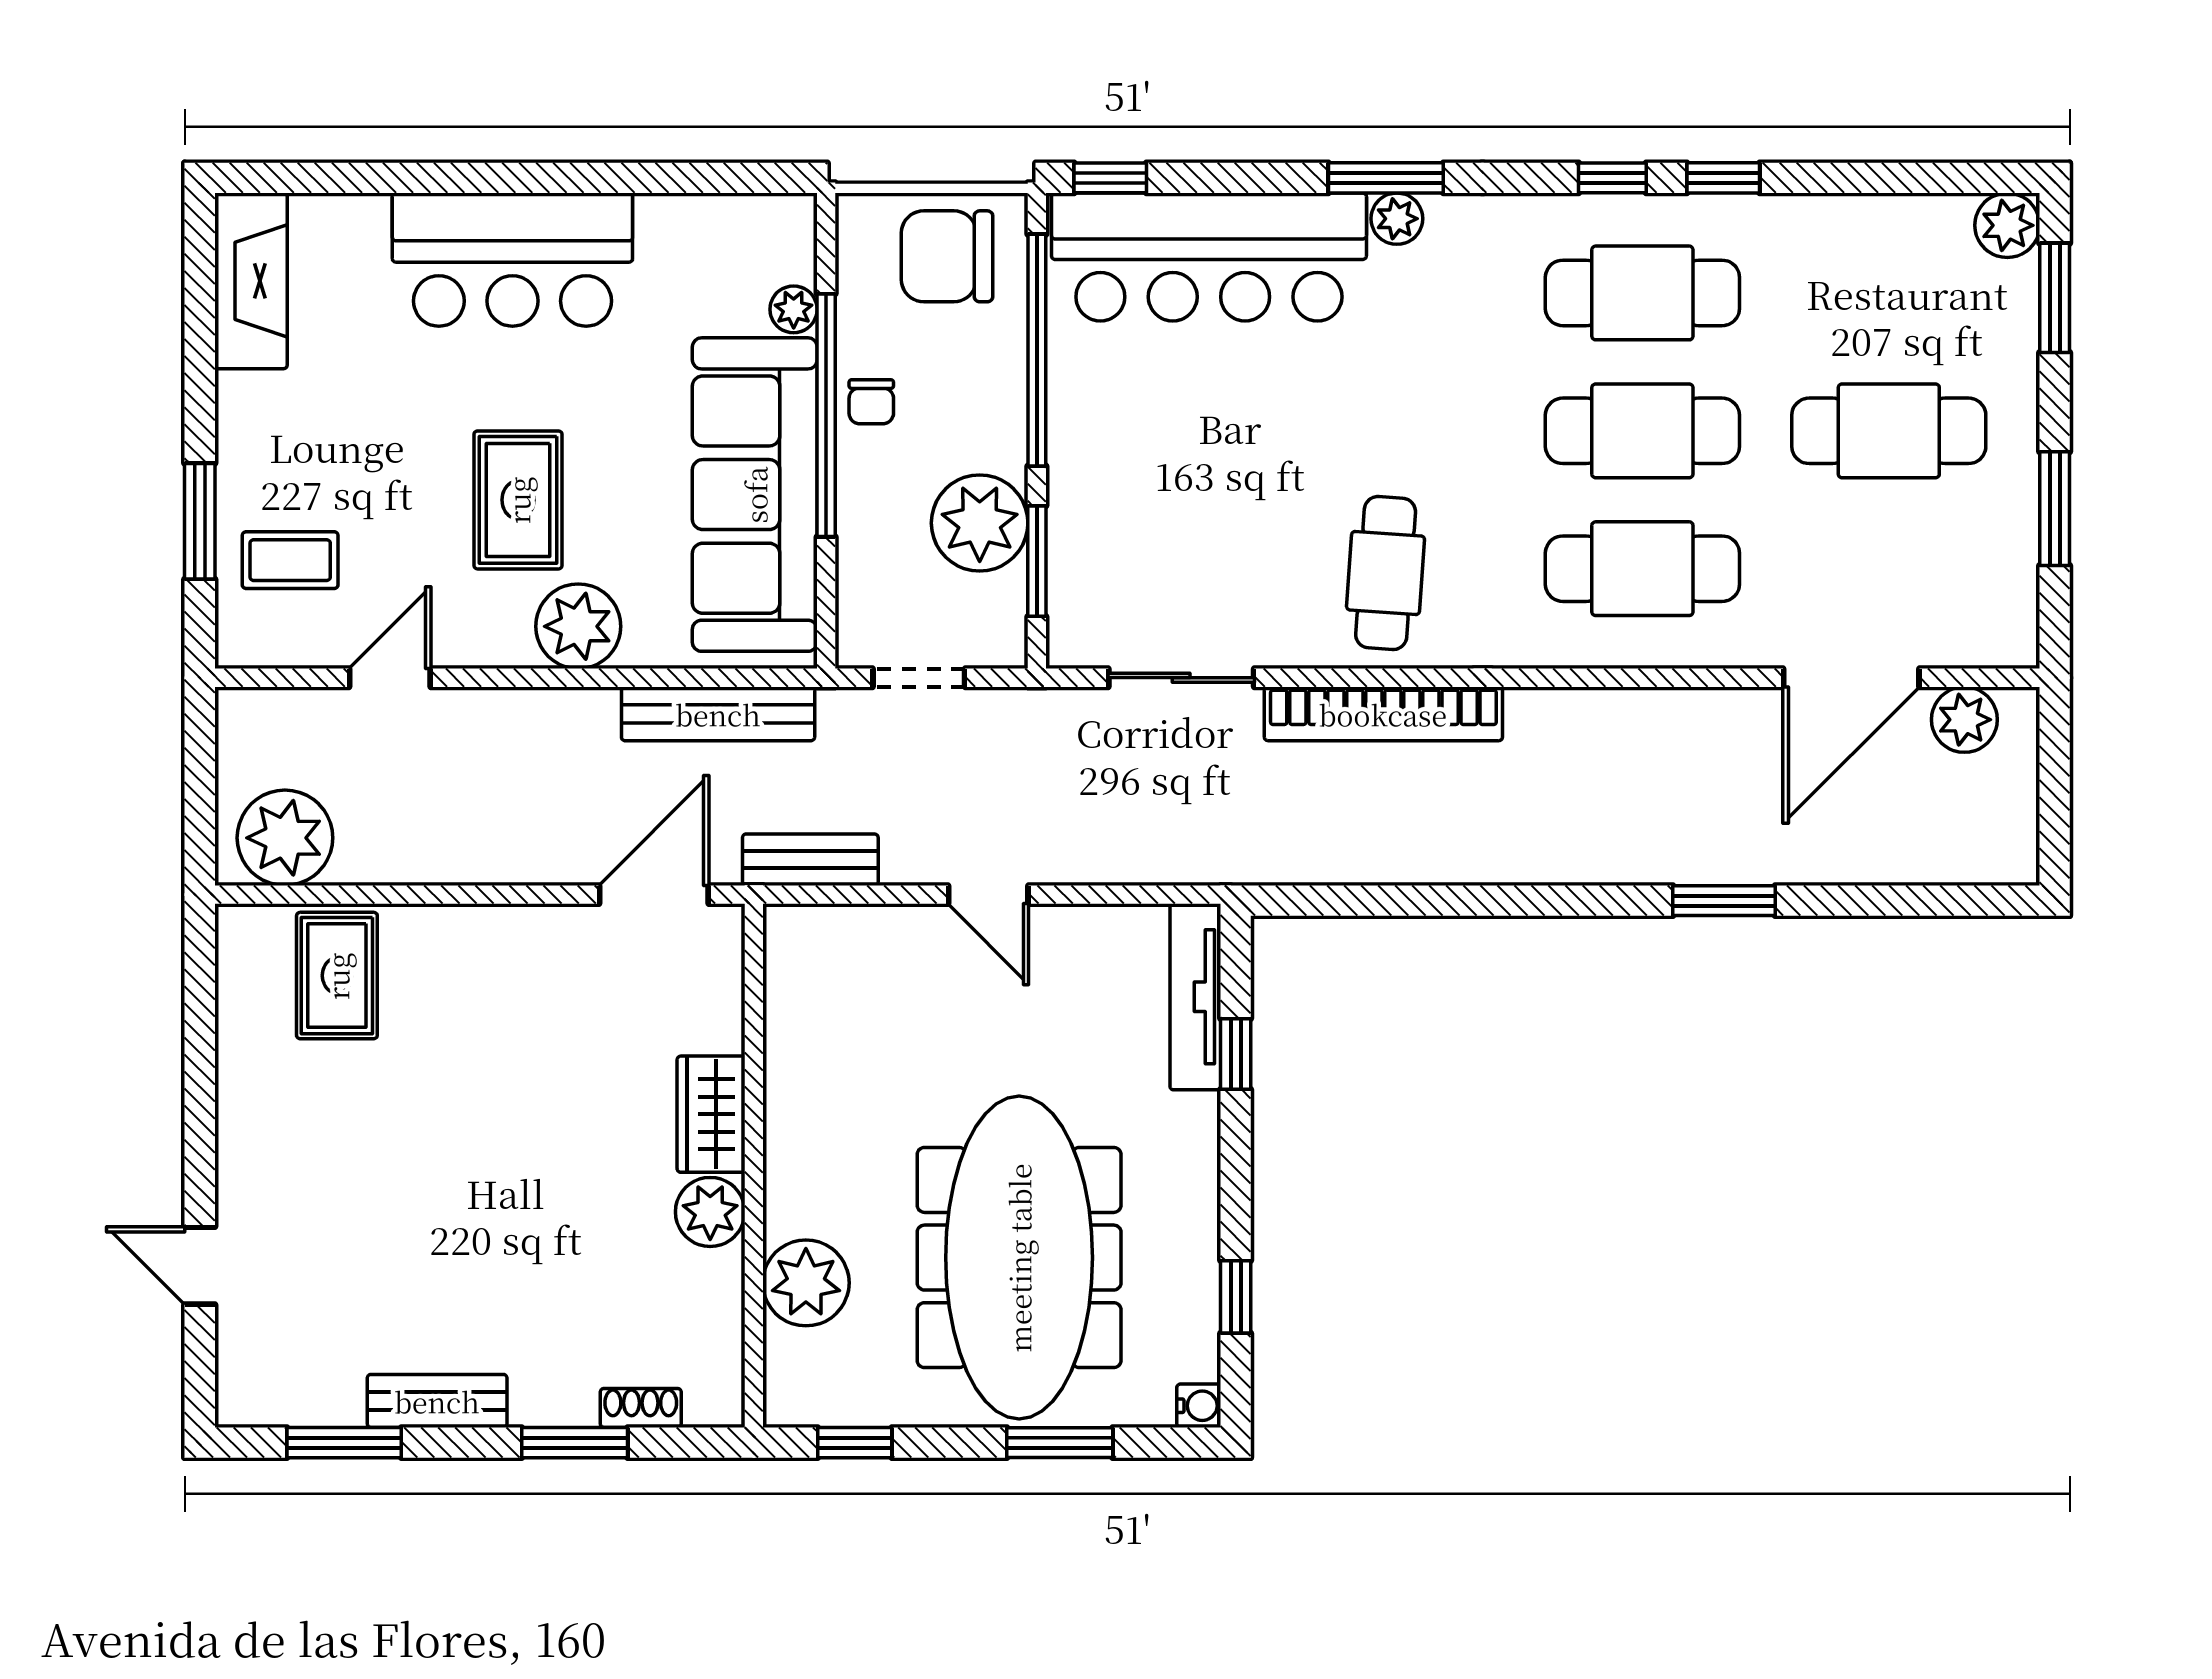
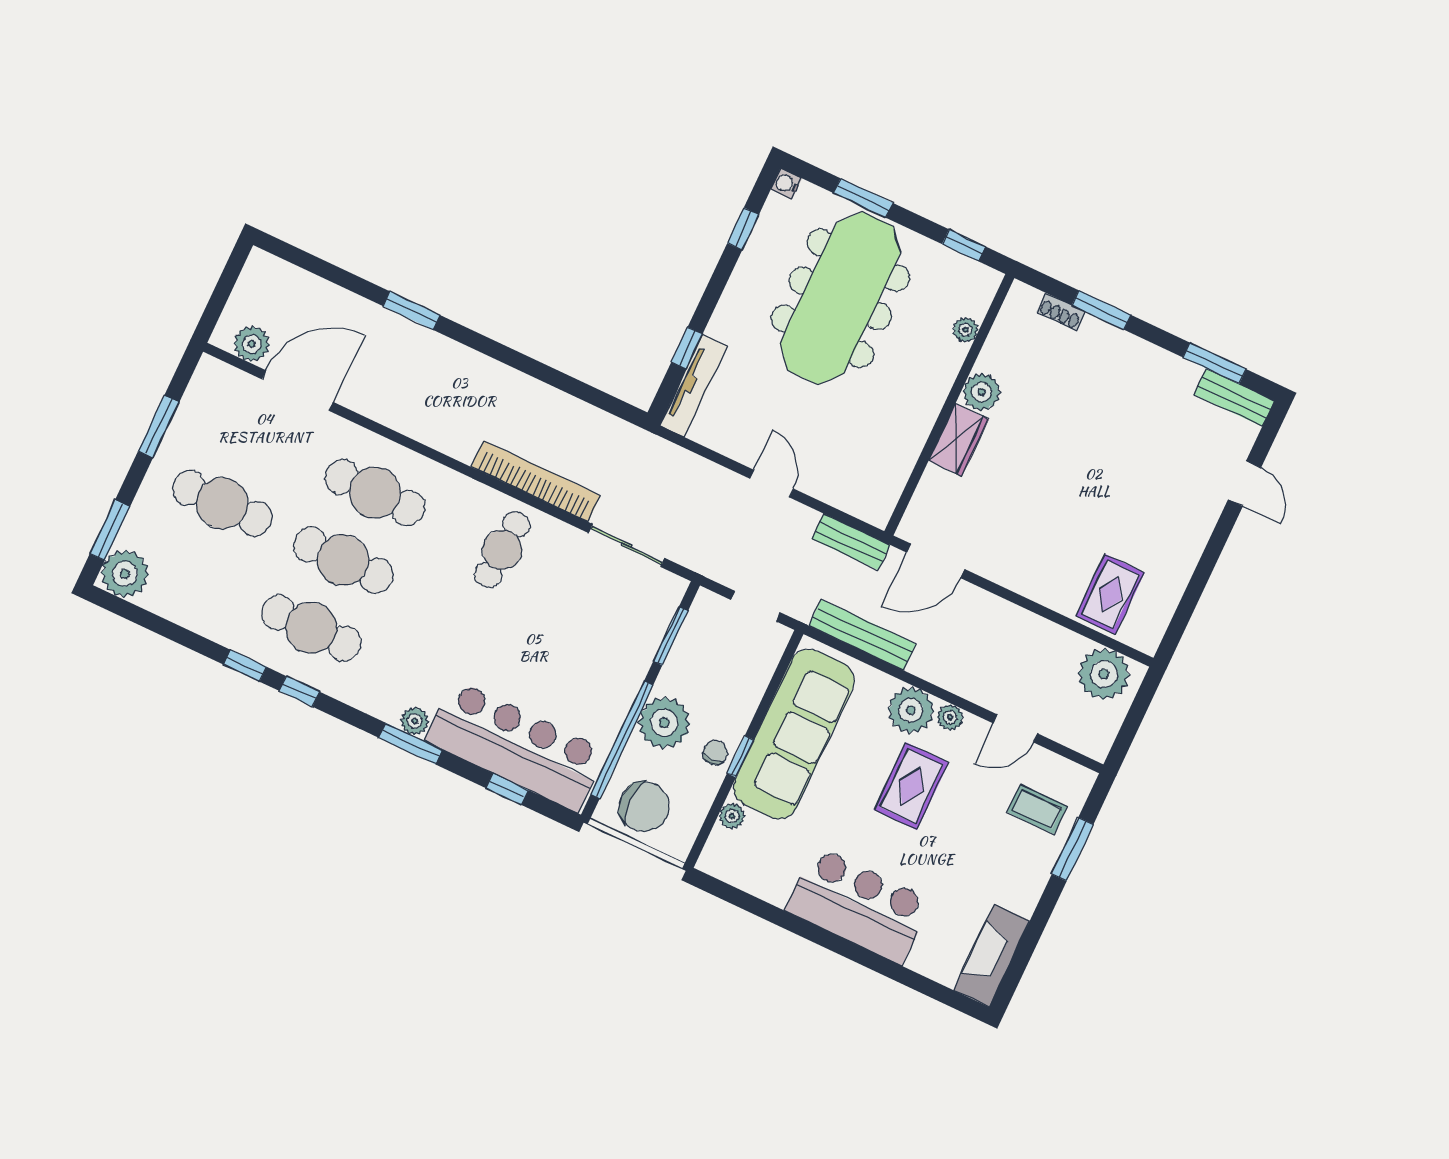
window: (1110, 178) -> (507, 789), moved
plant: (2007, 225) -> (125, 574), width x1.36, depth x1.36
window: (826, 415) -> (740, 756), width x0.32
plant: (980, 523) -> (664, 723), moved
plant: (507, 645) -> (950, 717), added
plant: (806, 1283) -> (965, 330), width x0.53, depth x0.53
bench: (437, 1401) -> (1234, 398), moved

